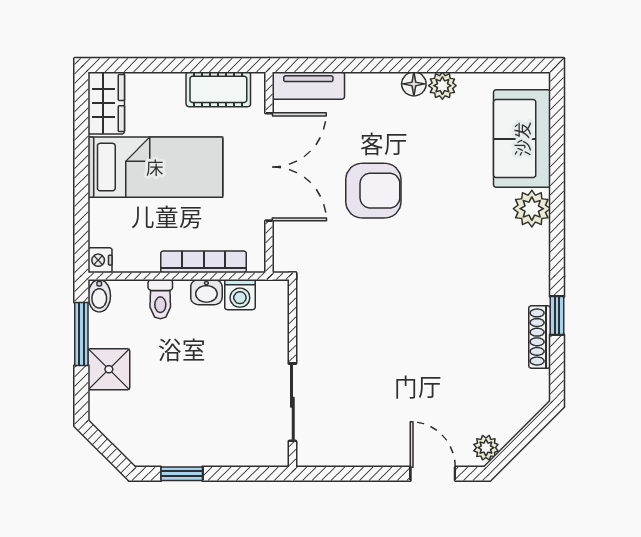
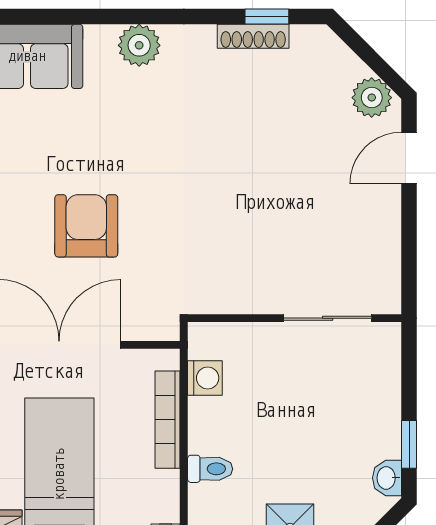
plant: (532, 209) -> (139, 45), moved
washbasin: (206, 292) -> (387, 478), moved, turned 180
window: (557, 316) -> (267, 17), moved
plant: (486, 448) -> (372, 98), width x1.38, depth x1.38

